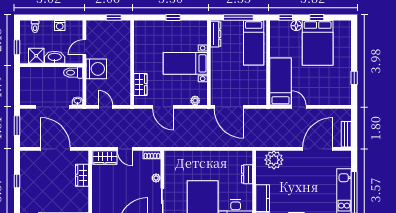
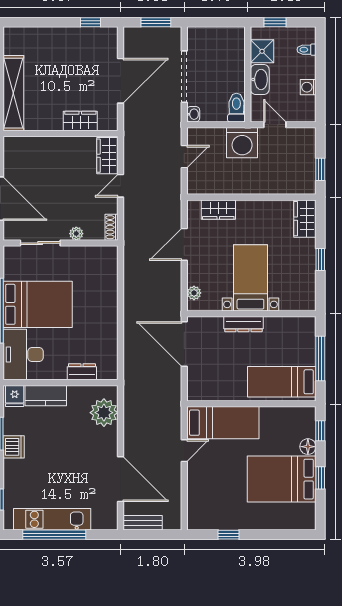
wardrobe: (146, 28) -> (305, 219), added
dresser: (216, 34) -> (243, 324), moved
door: (229, 107) -> (184, 344), hinge flipped
window: (17, 181) -> (90, 22), moved

